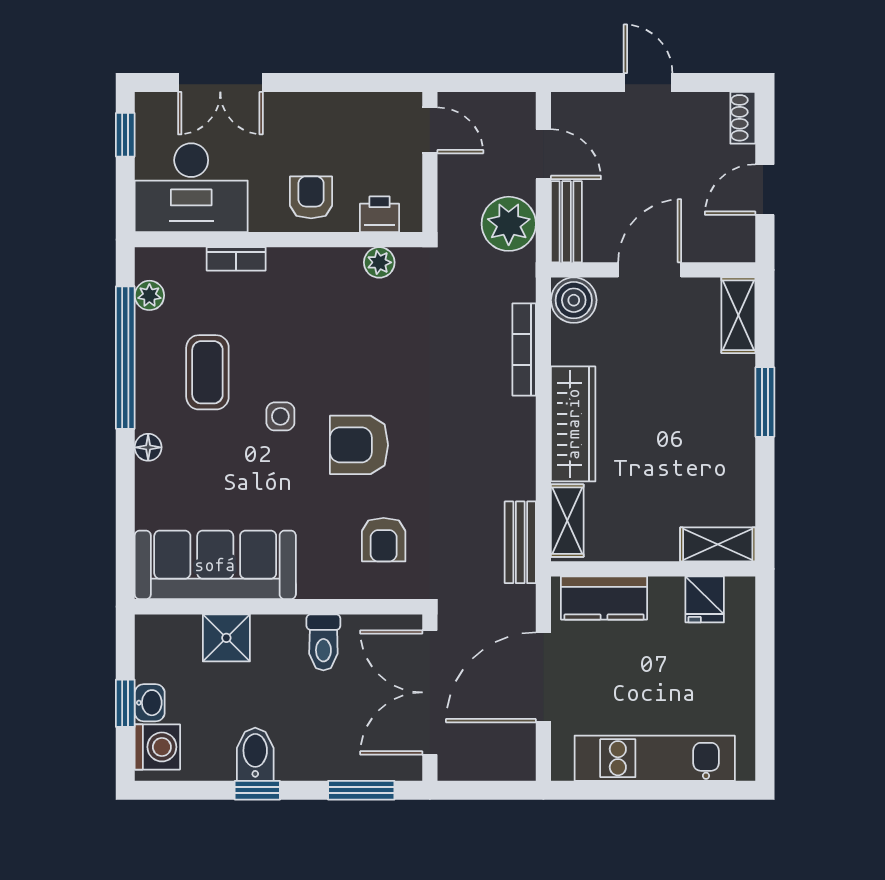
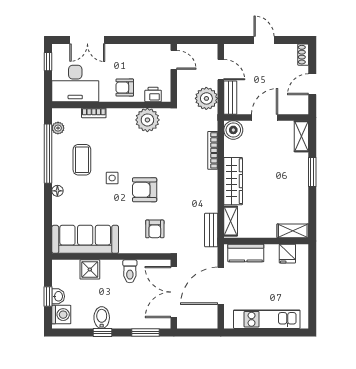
armchair: (311, 197) -> (125, 88), turned -90
plant: (379, 262) -> (147, 120), width x1.87, depth x1.87

